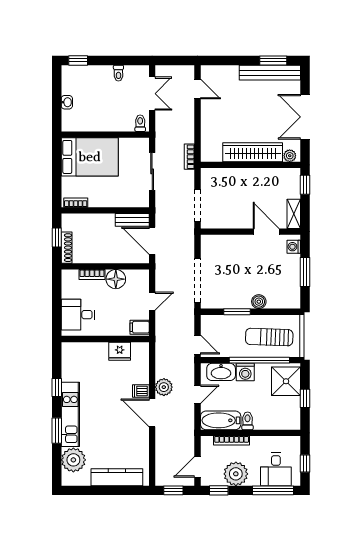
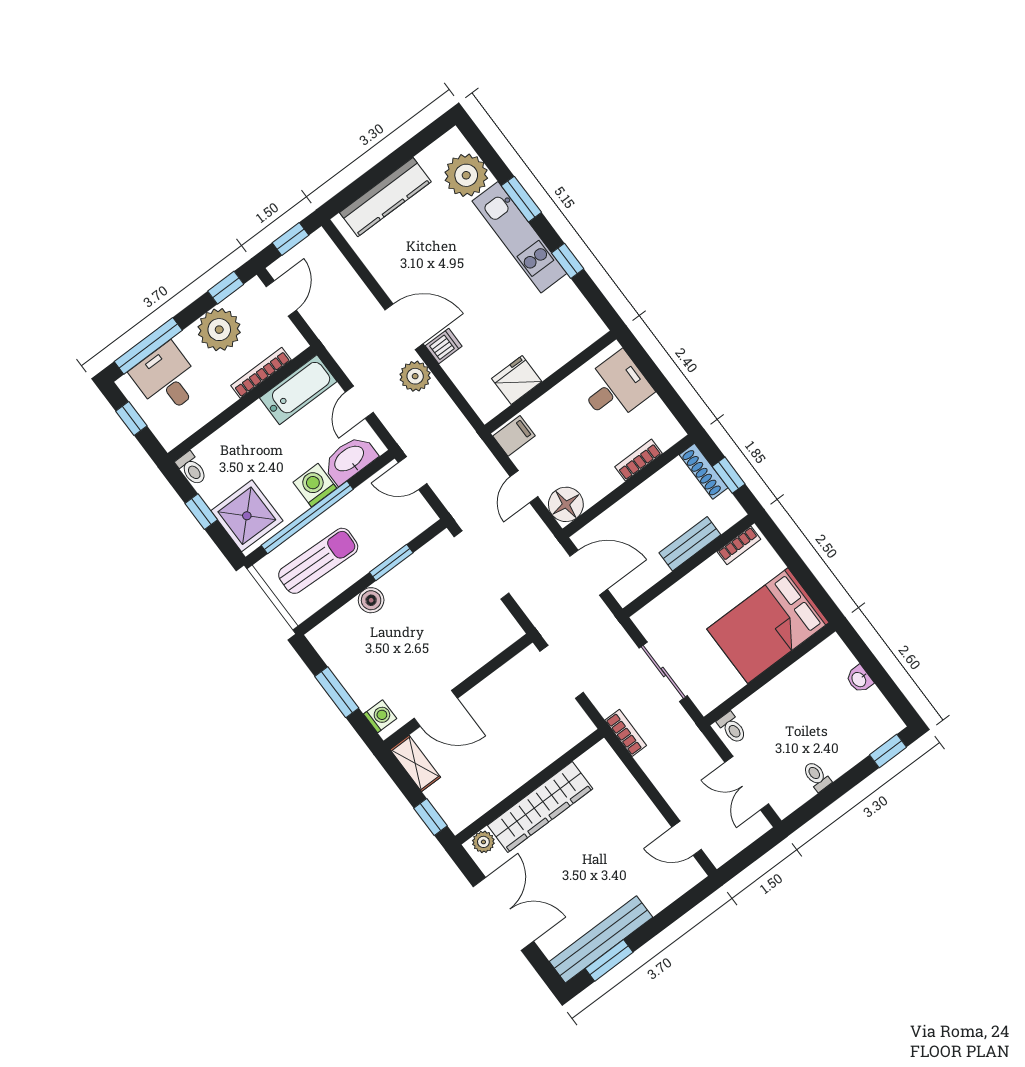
bench: (132, 220) -> (690, 544), moved
floor lamp: (116, 279) -> (566, 504), moved
toilet: (248, 421) -> (192, 469), moved

